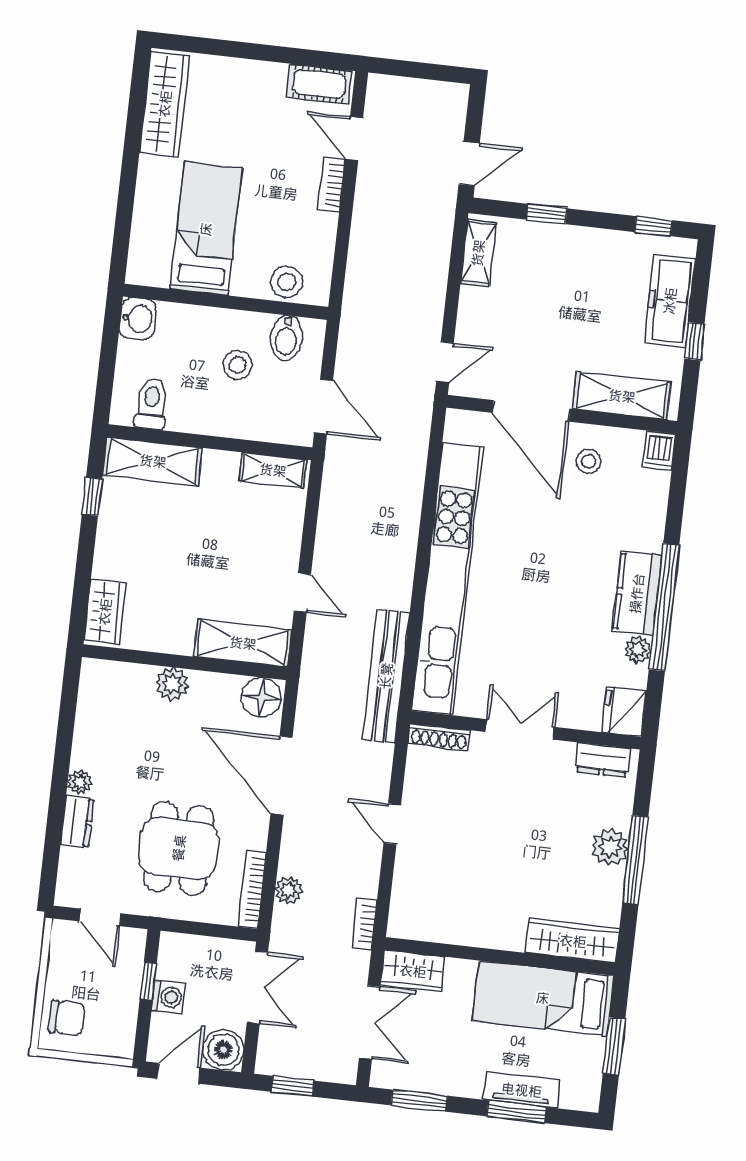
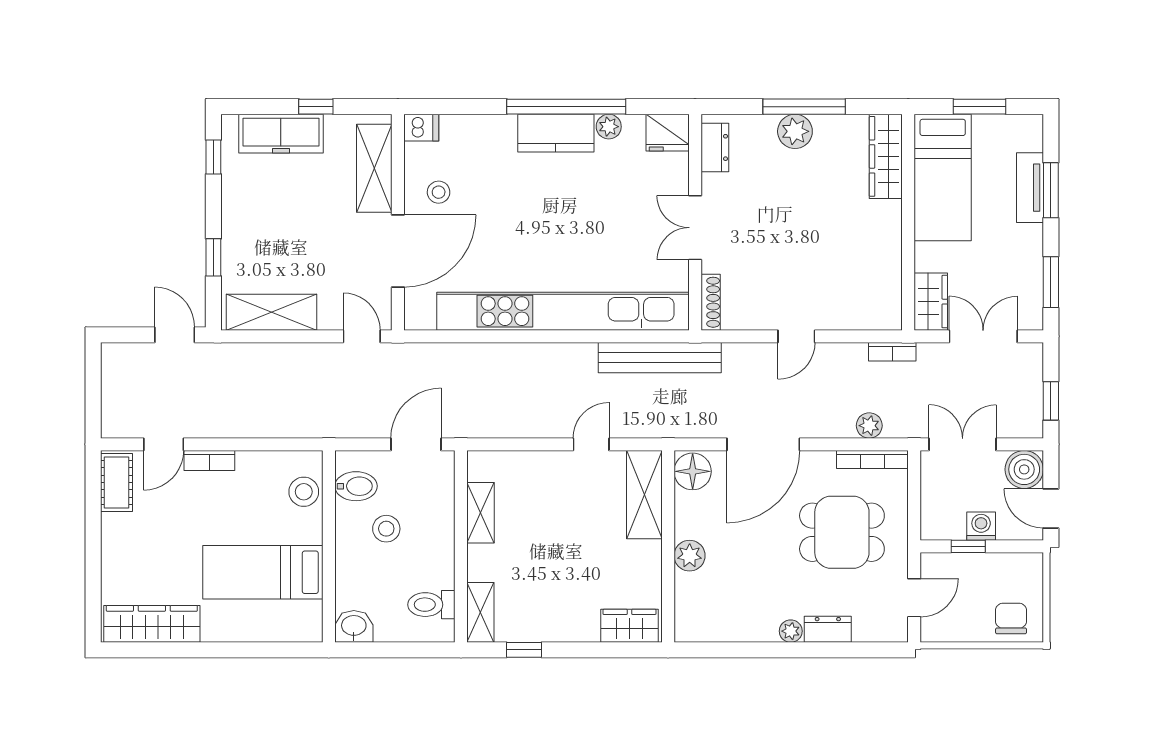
shelving: (478, 253) -> (272, 312), width x1.50, depth x1.33
shelving: (153, 461) -> (480, 612), width x0.67, depth x0.75
shelving: (273, 470) -> (481, 513), moved

